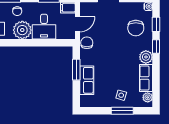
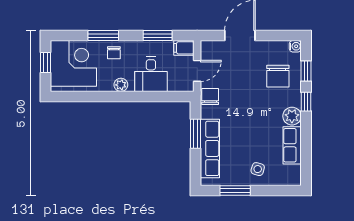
plant: (22, 30) -> (121, 85), width x0.53, depth x0.53
row of seats: (87, 80) -> (210, 148), width x1.48
plant: (148, 97) -> (294, 172), removed
window: (122, 111) -> (235, 190), moved

